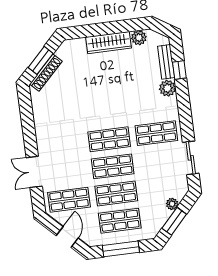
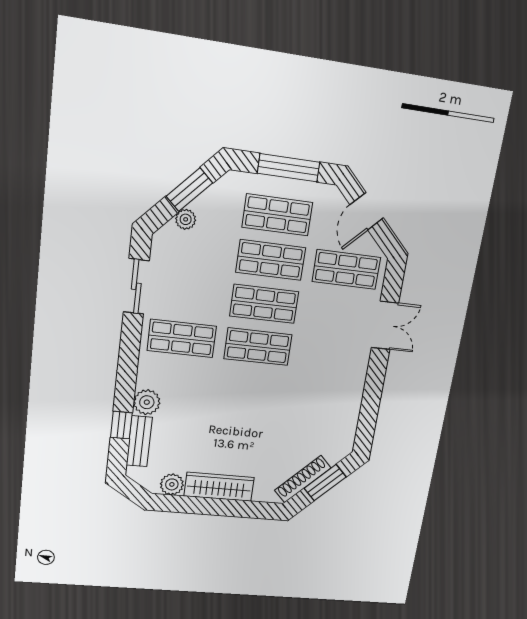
shoe rack: (46, 73) -> (303, 479), moved

